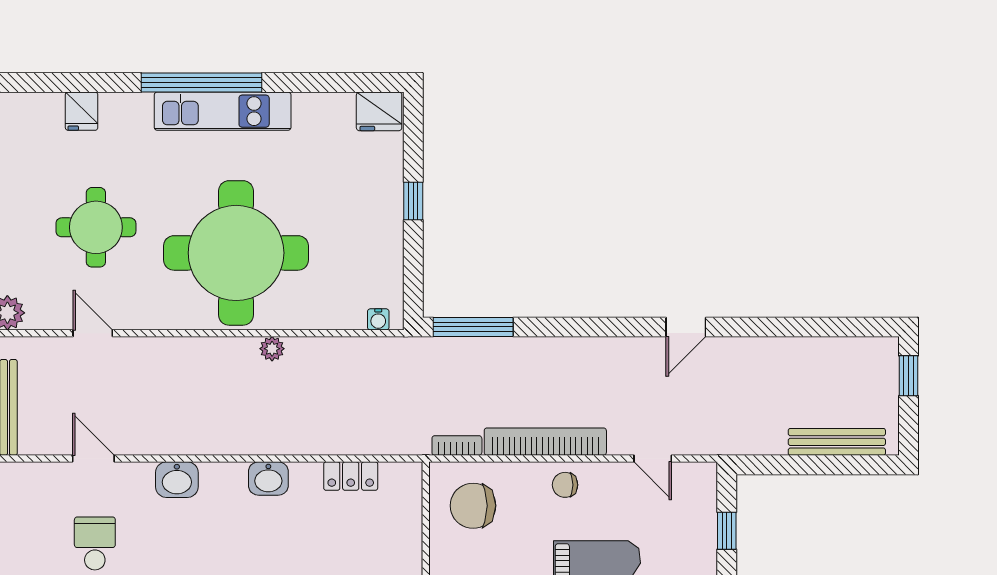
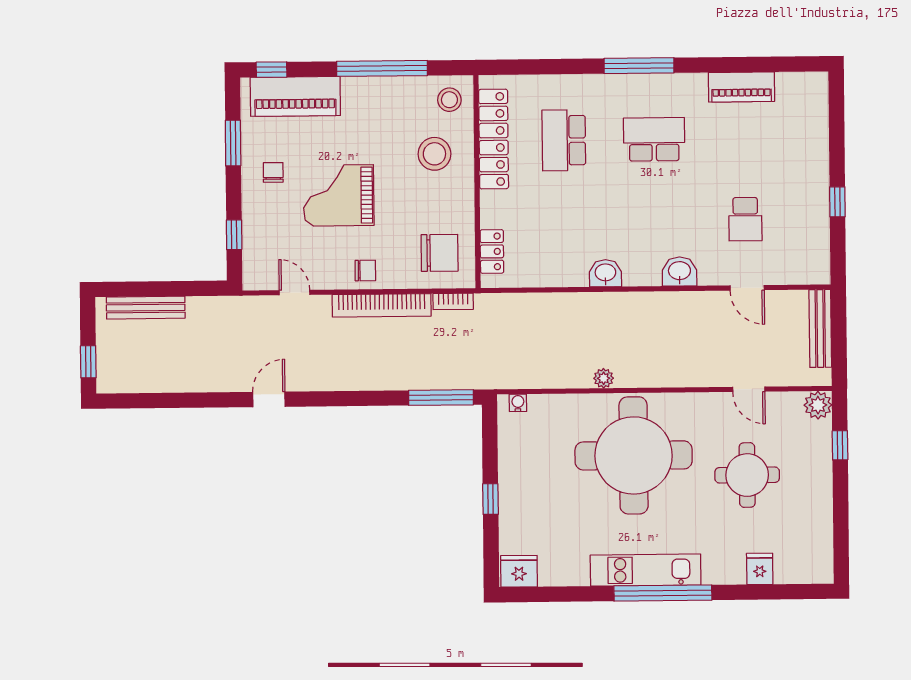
locker: (351, 476) -> (492, 251), moved, turned 90

